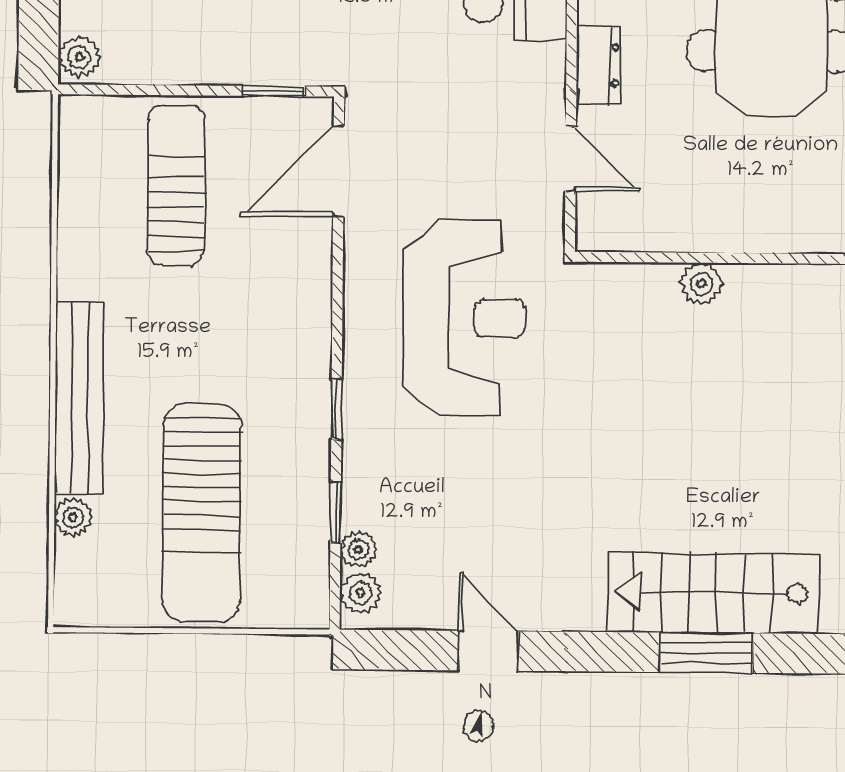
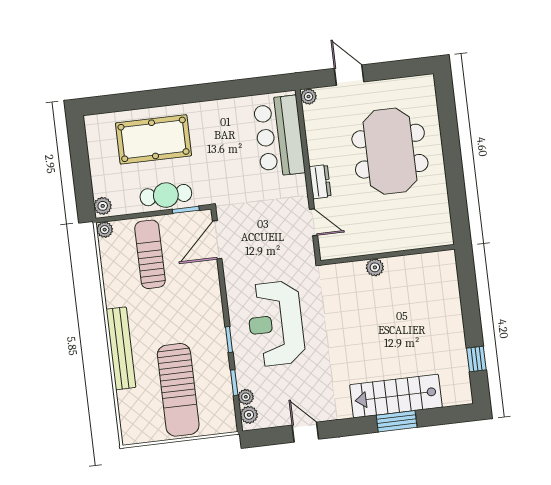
cafe table: (231, 50) -> (166, 195), added
reception desk: (464, 318) -> (276, 324), moved, turned 180
plant: (73, 517) -> (105, 230), moved

